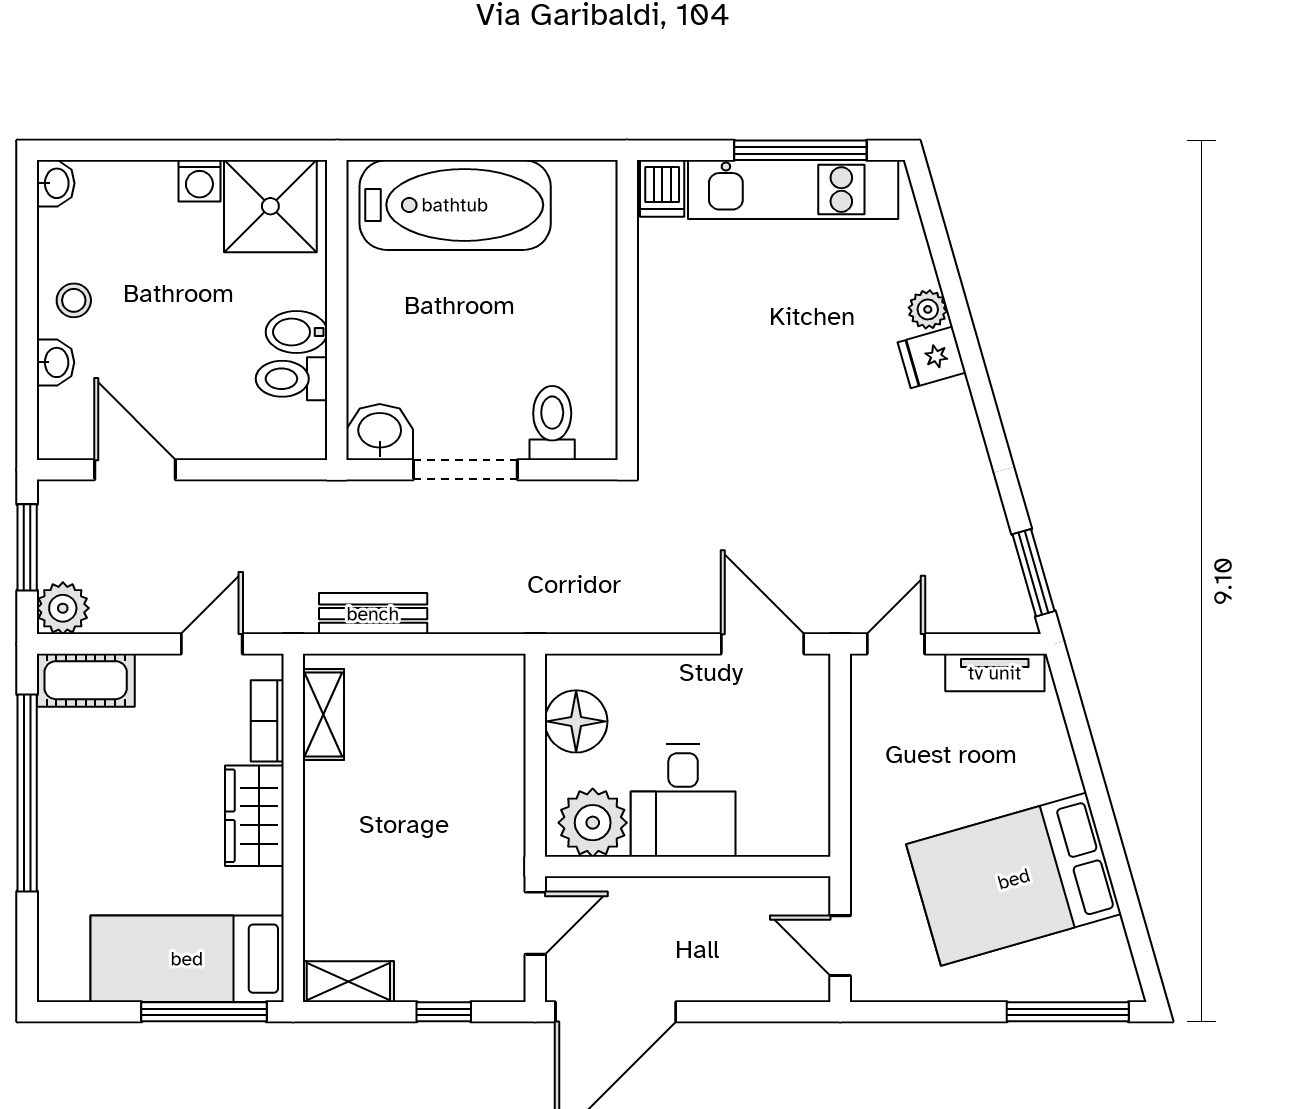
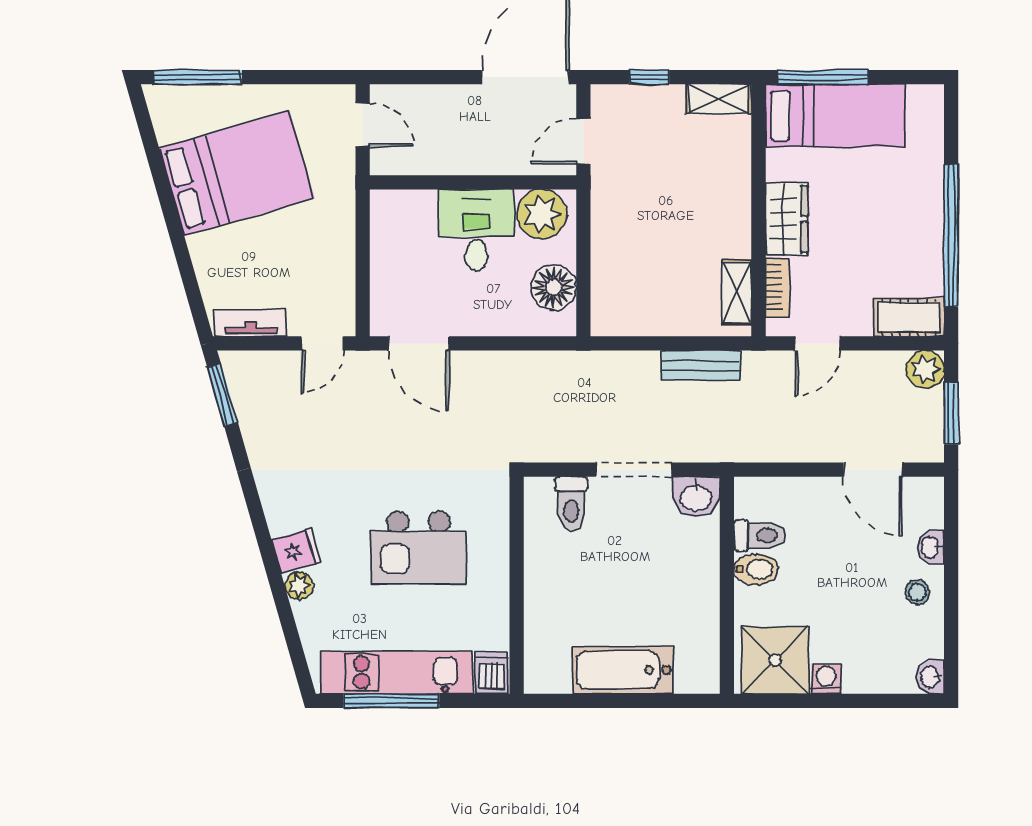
bathtub: (455, 205) -> (623, 670), width x0.73, depth x0.73
kitchen island: (763, 362) -> (419, 547), added

